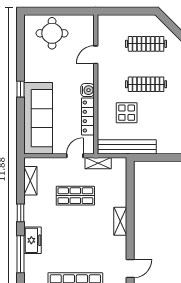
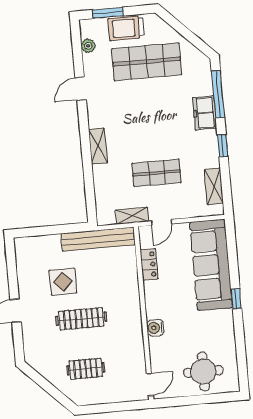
clothes rail: (146, 44) -> (86, 369), width x0.73
door: (96, 55) -> (150, 385), moved
water cooler: (87, 90) -> (155, 328), moved
display table: (127, 113) -> (63, 282), moved
locker: (88, 116) -> (149, 264), width x0.66

